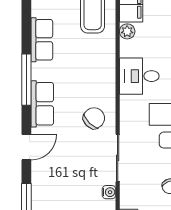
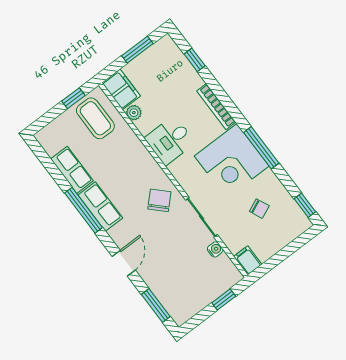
row of seats: (42, 104) -> (100, 206), moved

